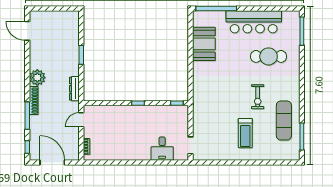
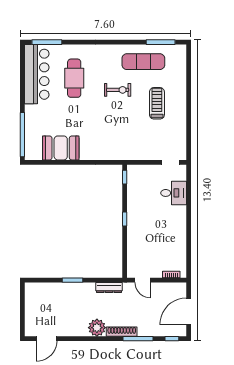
bar counter: (254, 22) -> (37, 74), moved
treadmill: (245, 133) -> (157, 103), turned -90

